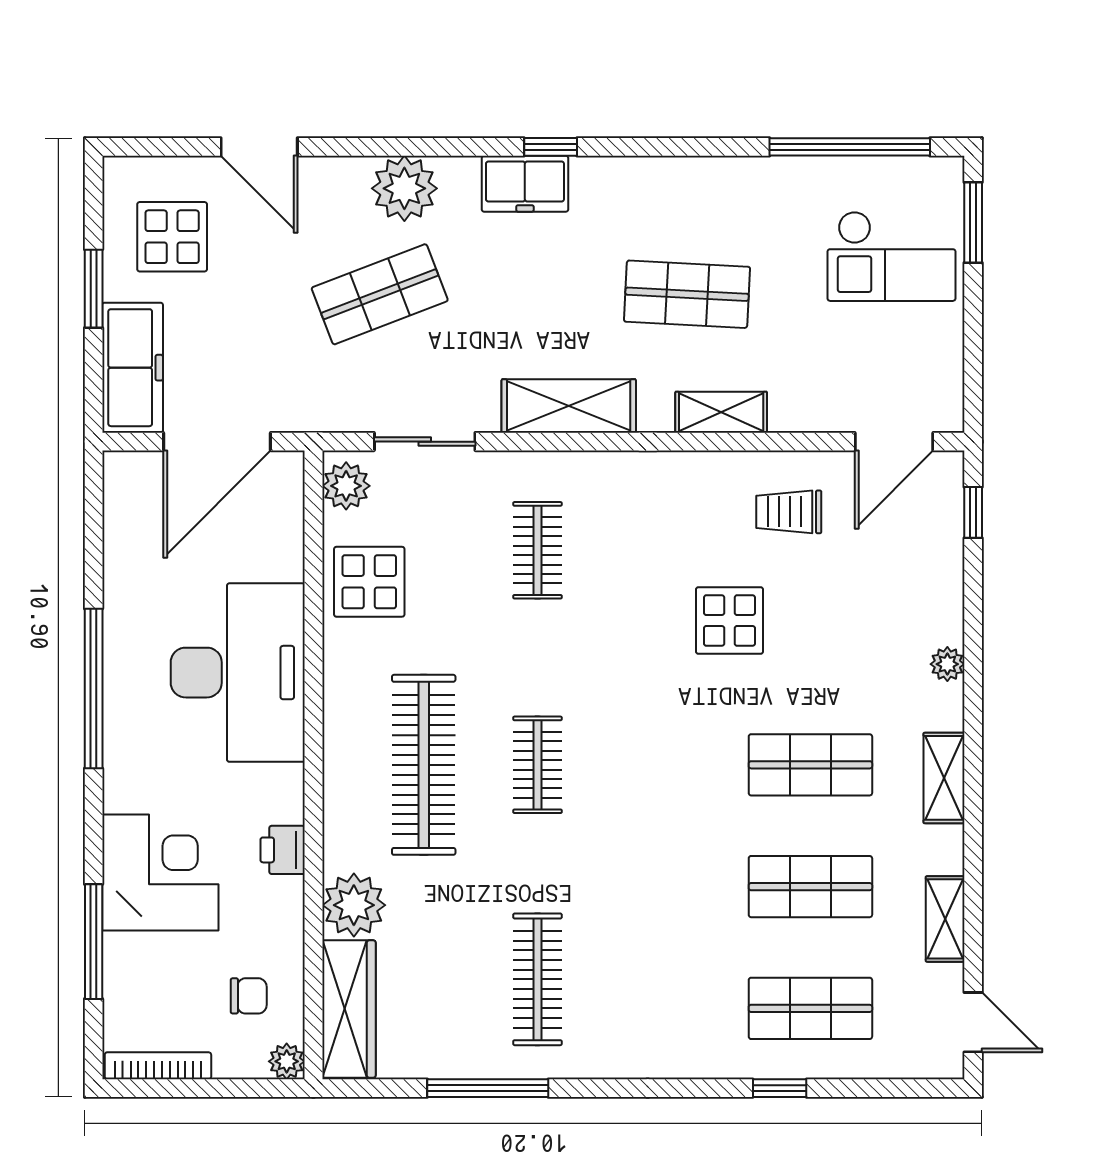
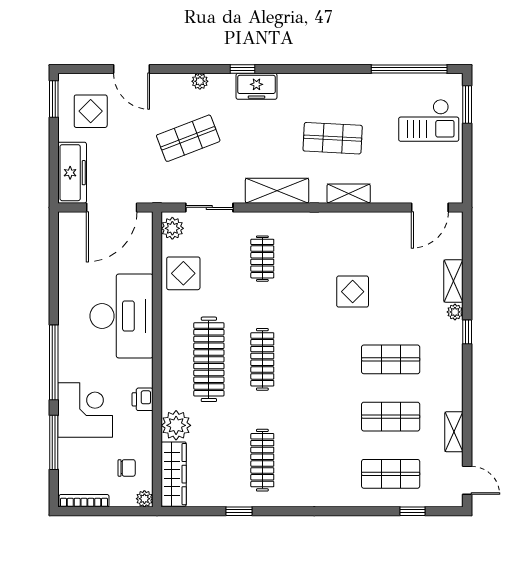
window: (551, 147) -> (242, 69), moved
plant: (404, 188) -> (200, 81), width x0.53, depth x0.53
window: (94, 289) -> (54, 99), moved
trolley: (789, 512) -> (380, 240), removed
window: (973, 512) -> (467, 332), moved
window: (94, 689) -> (54, 362), moved
clothes rail: (537, 765) -> (262, 359), width x1.36
shelving: (944, 778) -> (453, 281), moved
window: (488, 1088) -> (239, 511), width x0.46
window: (780, 1088) -> (412, 511), moved

